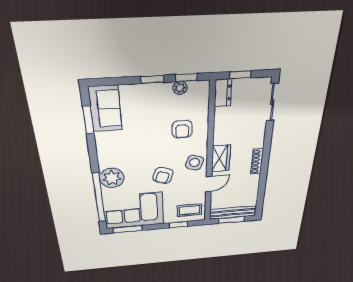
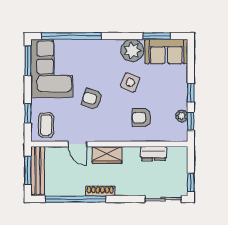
window: (240, 75) -> (191, 182), moved
dresser: (223, 93) -> (154, 153), moved
side table: (195, 163) -> (130, 82), moved
plant: (112, 178) -> (132, 50), moved
window: (263, 181) -> (76, 199), added

